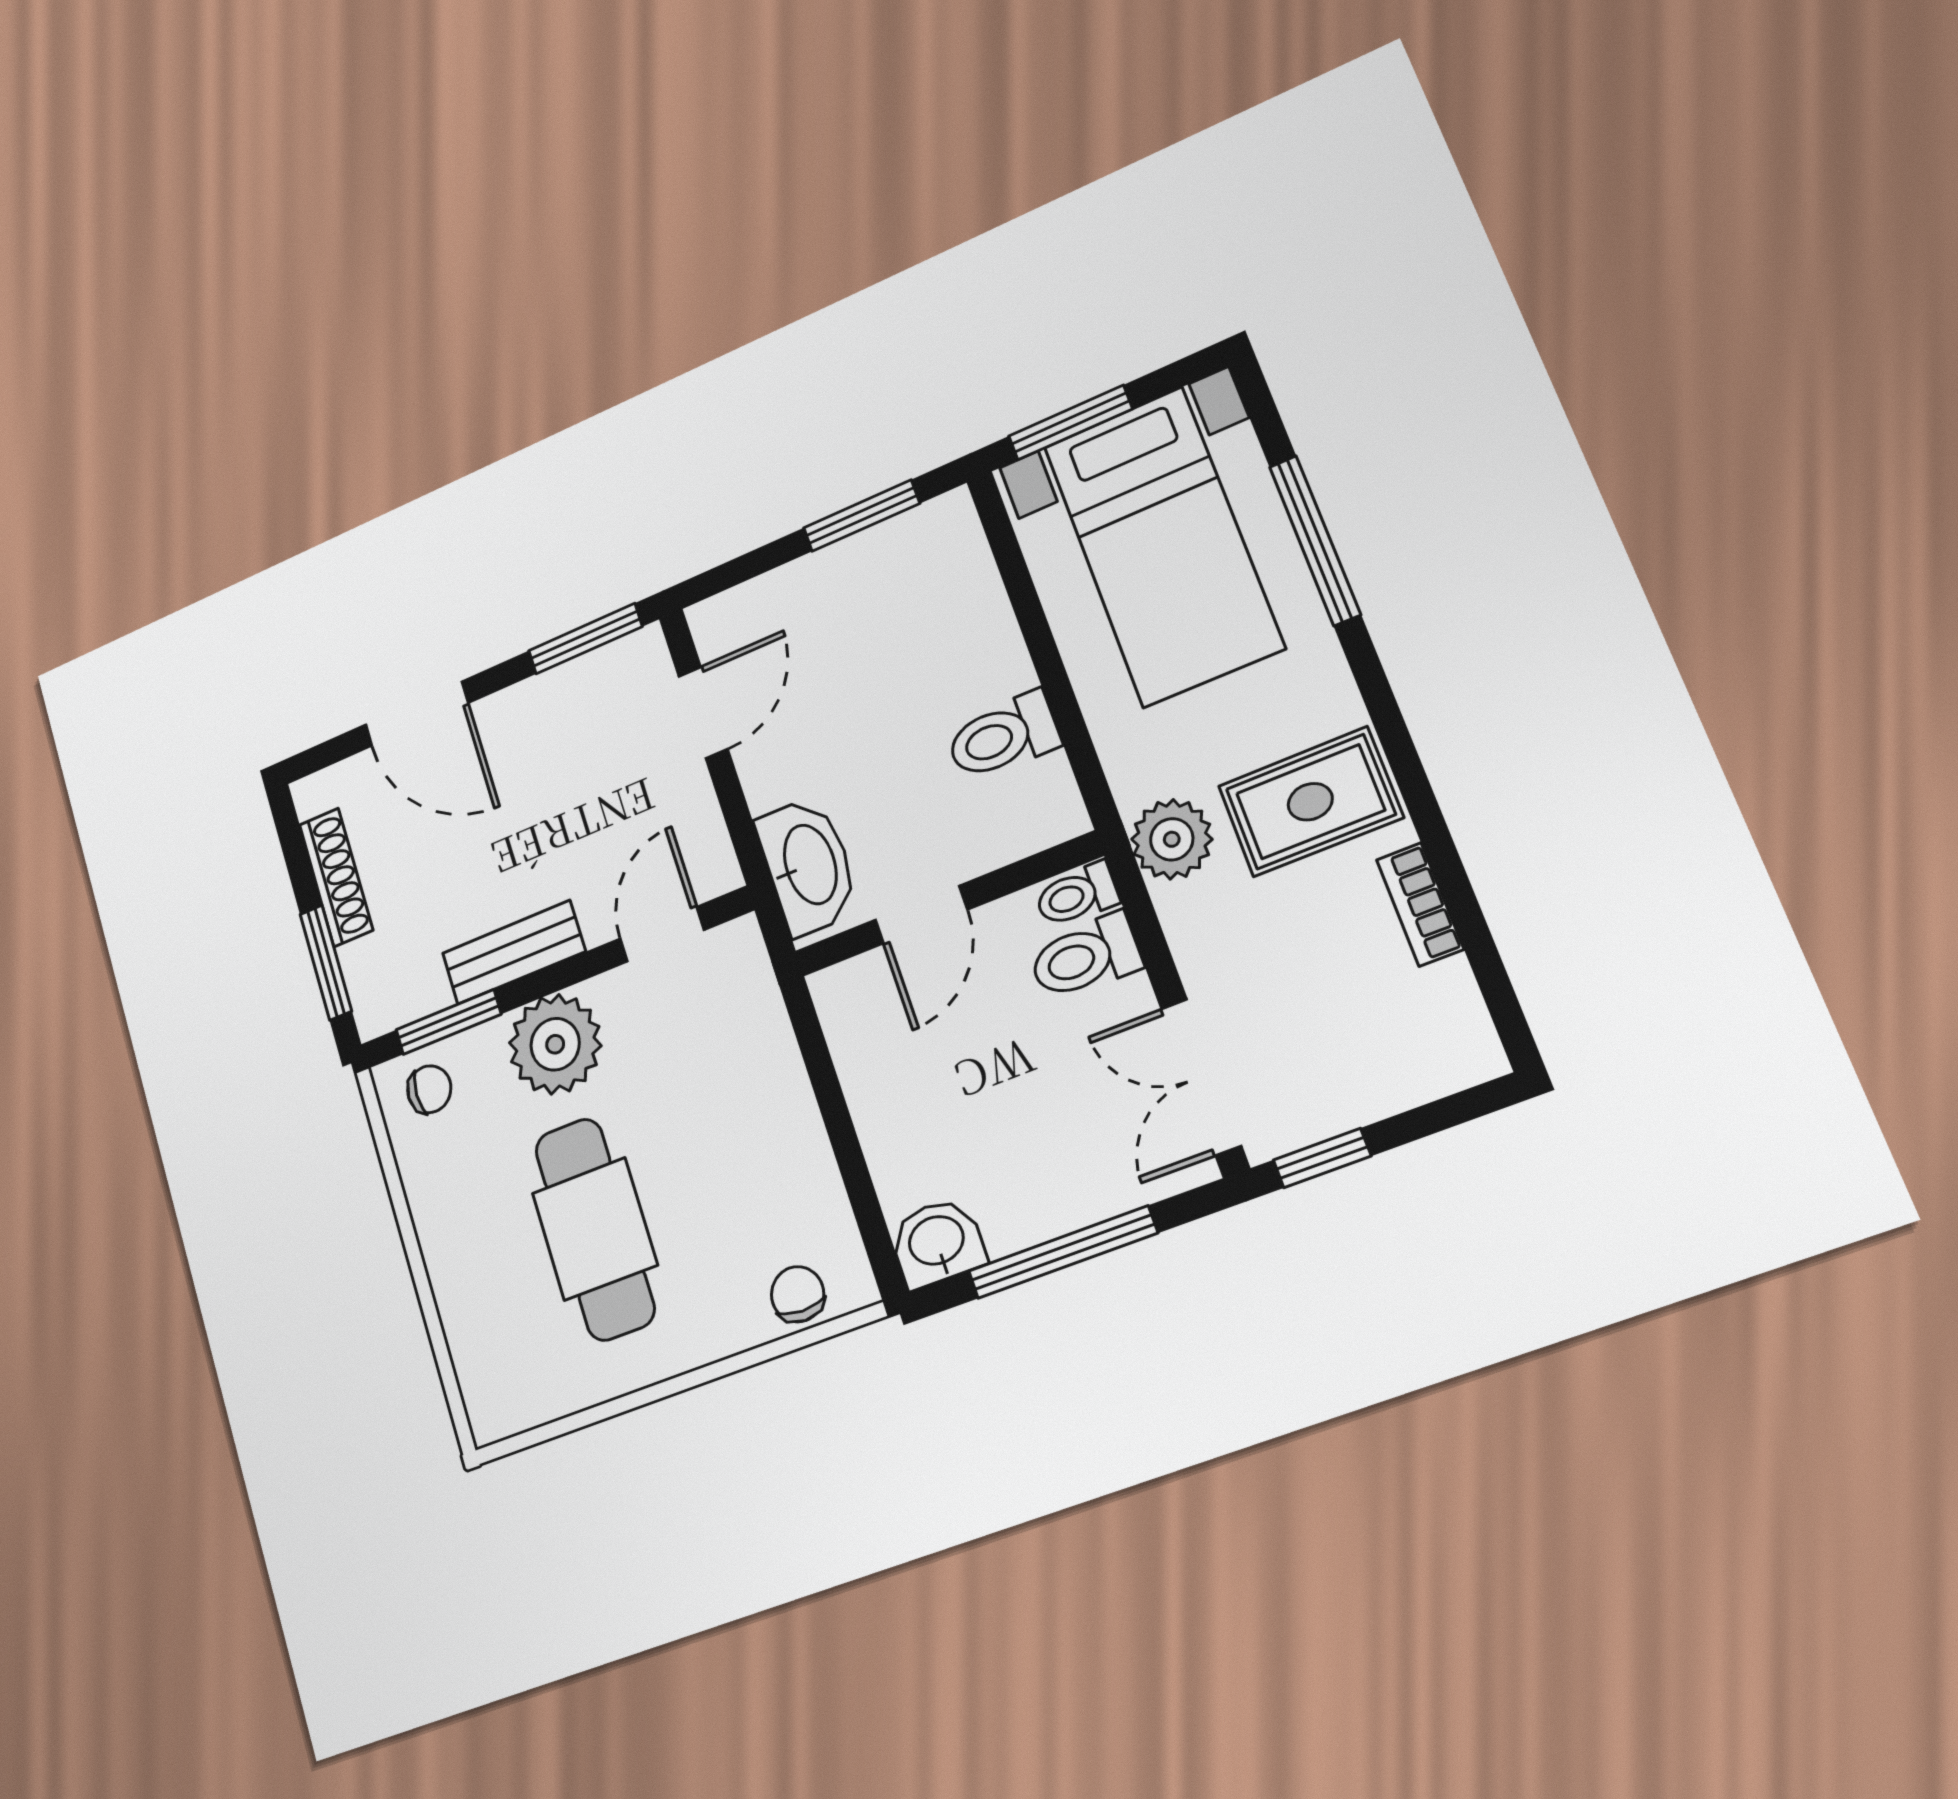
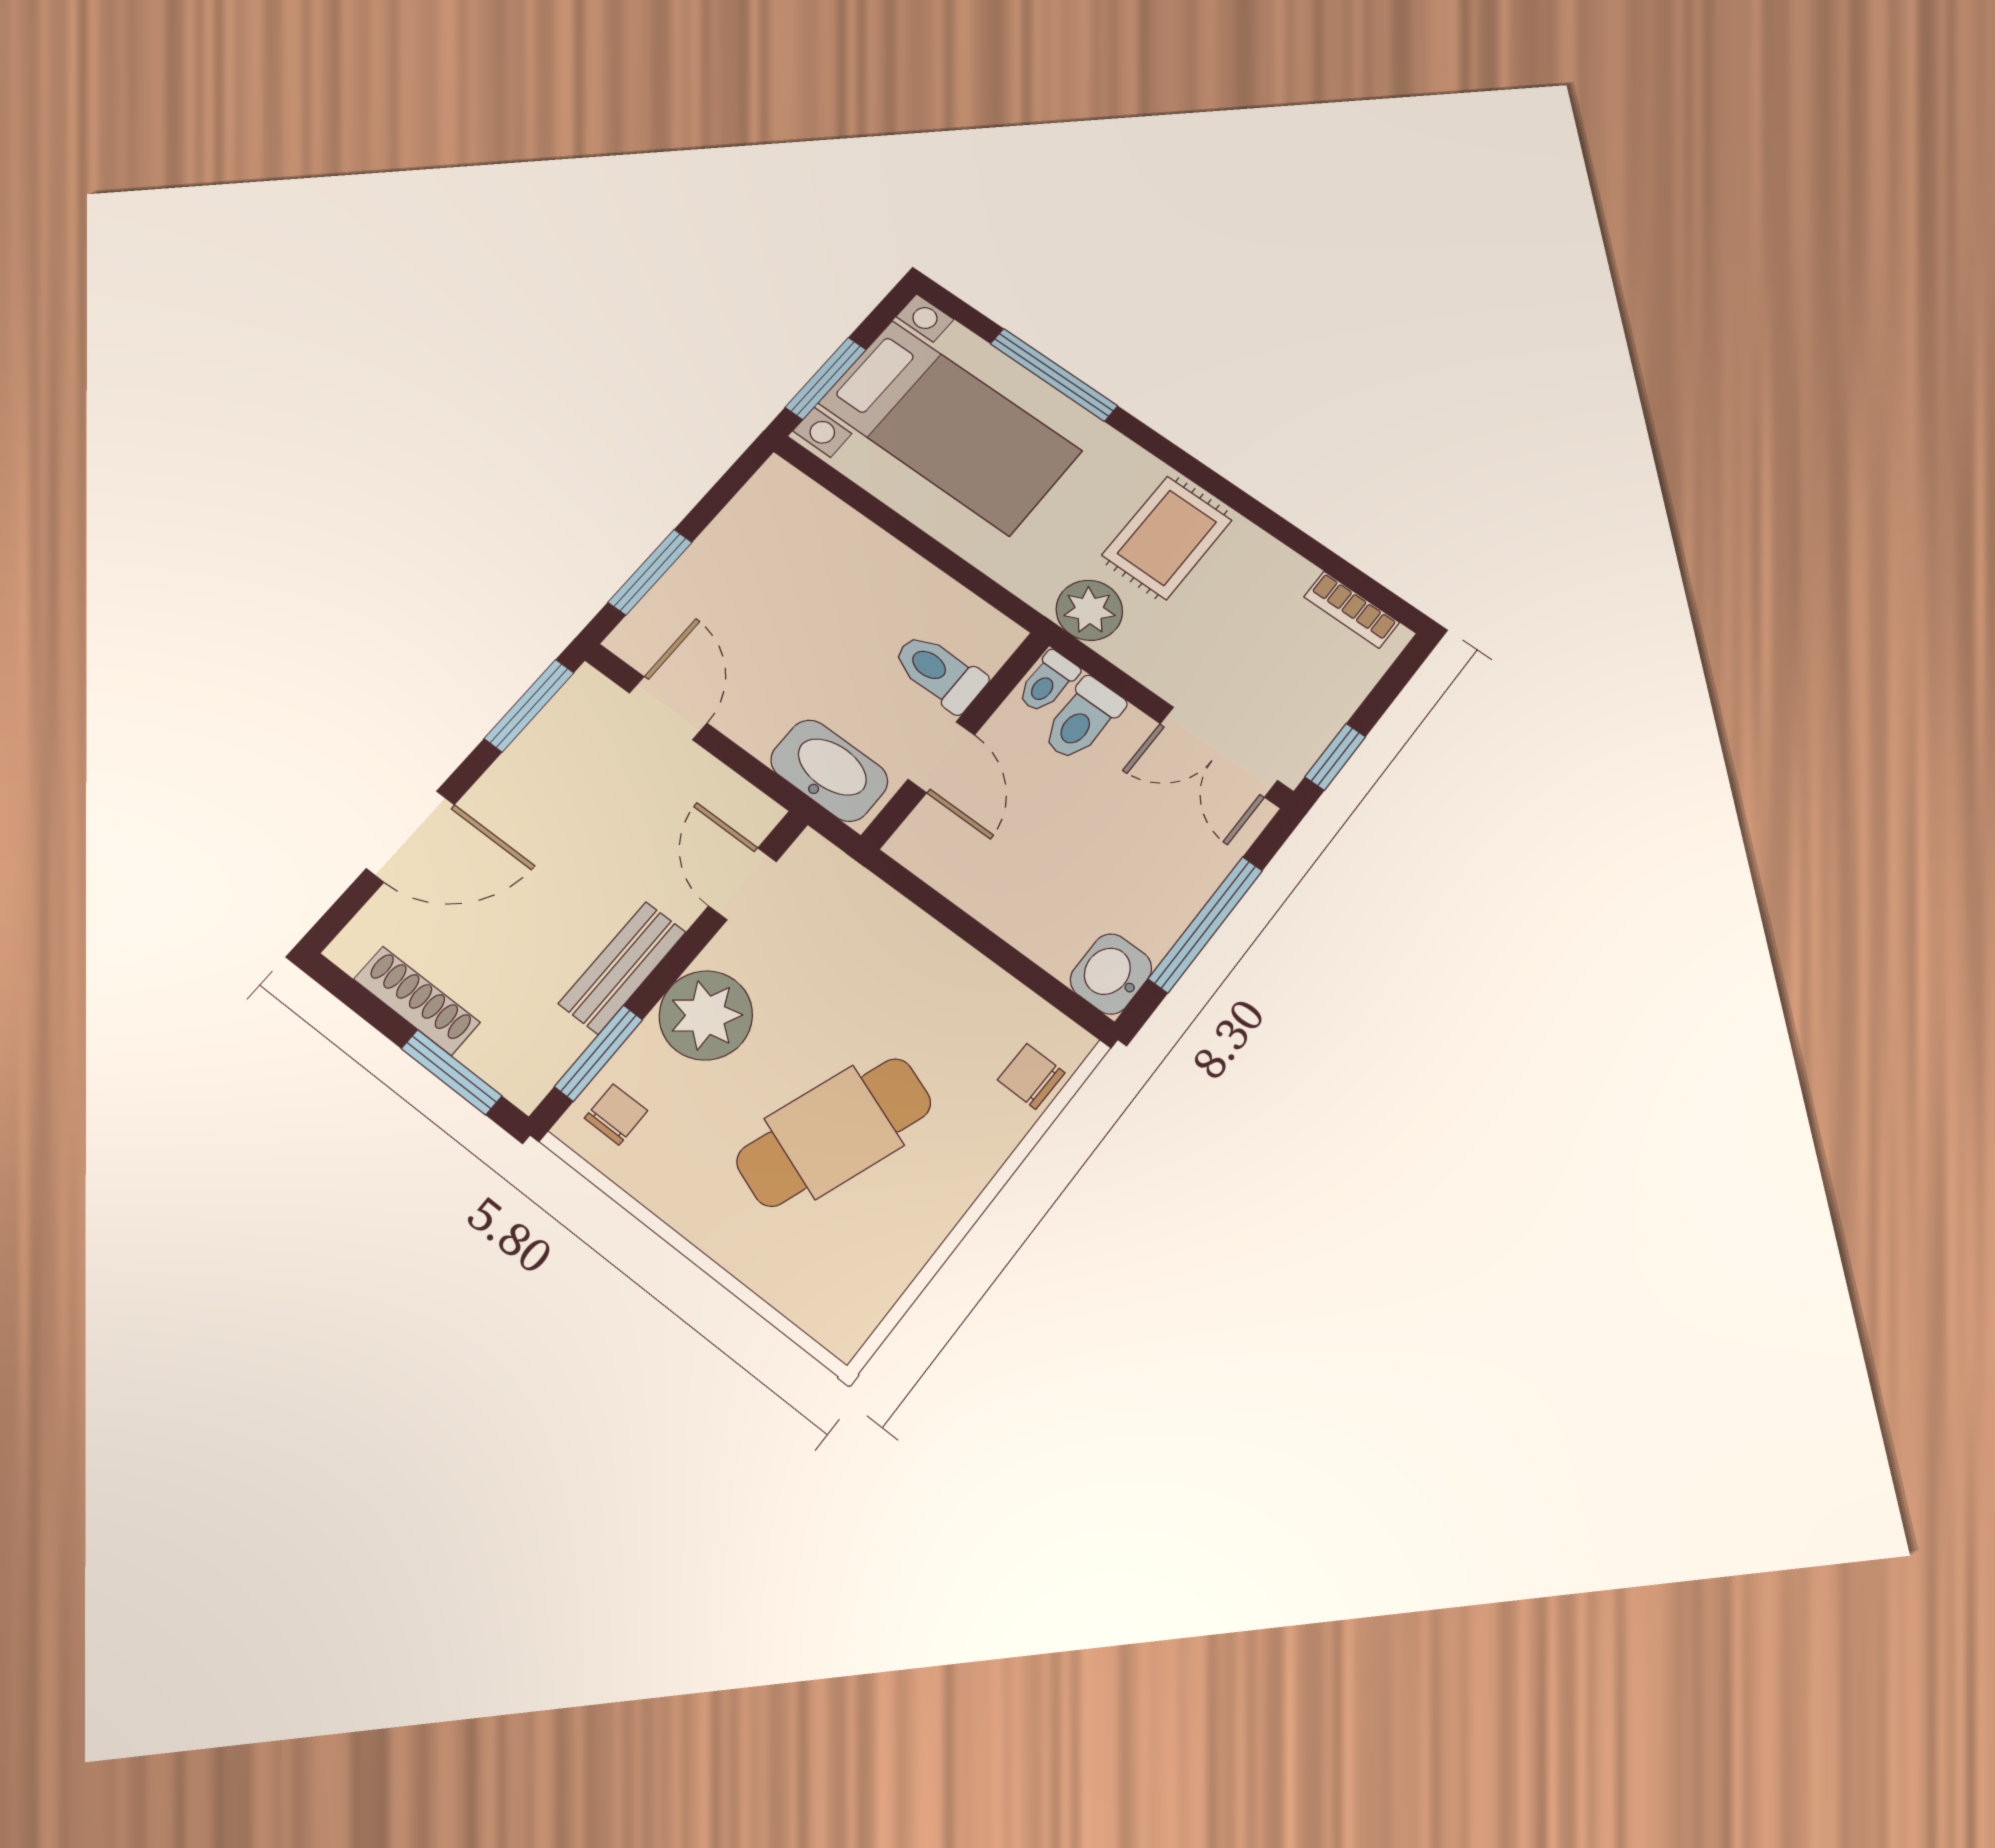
window: (861, 516) -> (650, 572), moved
toilet: (1003, 736) -> (939, 672), moved, turned 90
bookcase: (1420, 904) -> (1351, 610), moved
cafe table: (595, 1229) -> (834, 1132), turned -70

